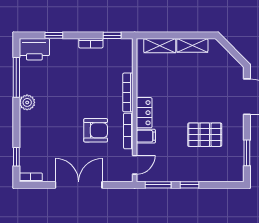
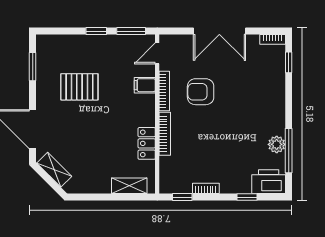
shelving: (192, 45) -> (54, 170), moved, turned 45
plant: (27, 102) -> (277, 144), moved
locker: (144, 113) -> (147, 143), moved

